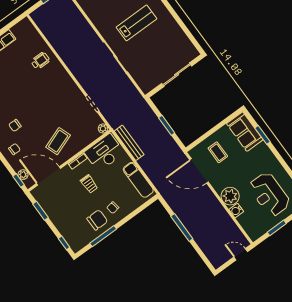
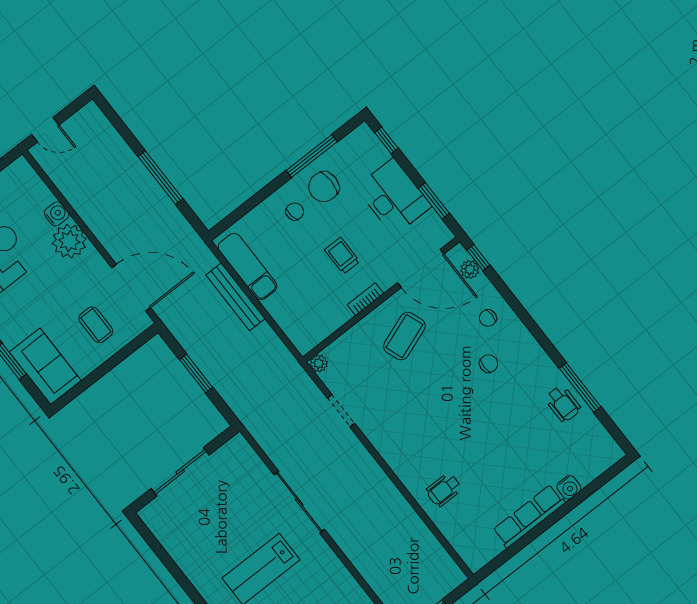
bench: (129, 143) -> (236, 297), moved
desk: (104, 153) -> (394, 197), moved, turned -90

